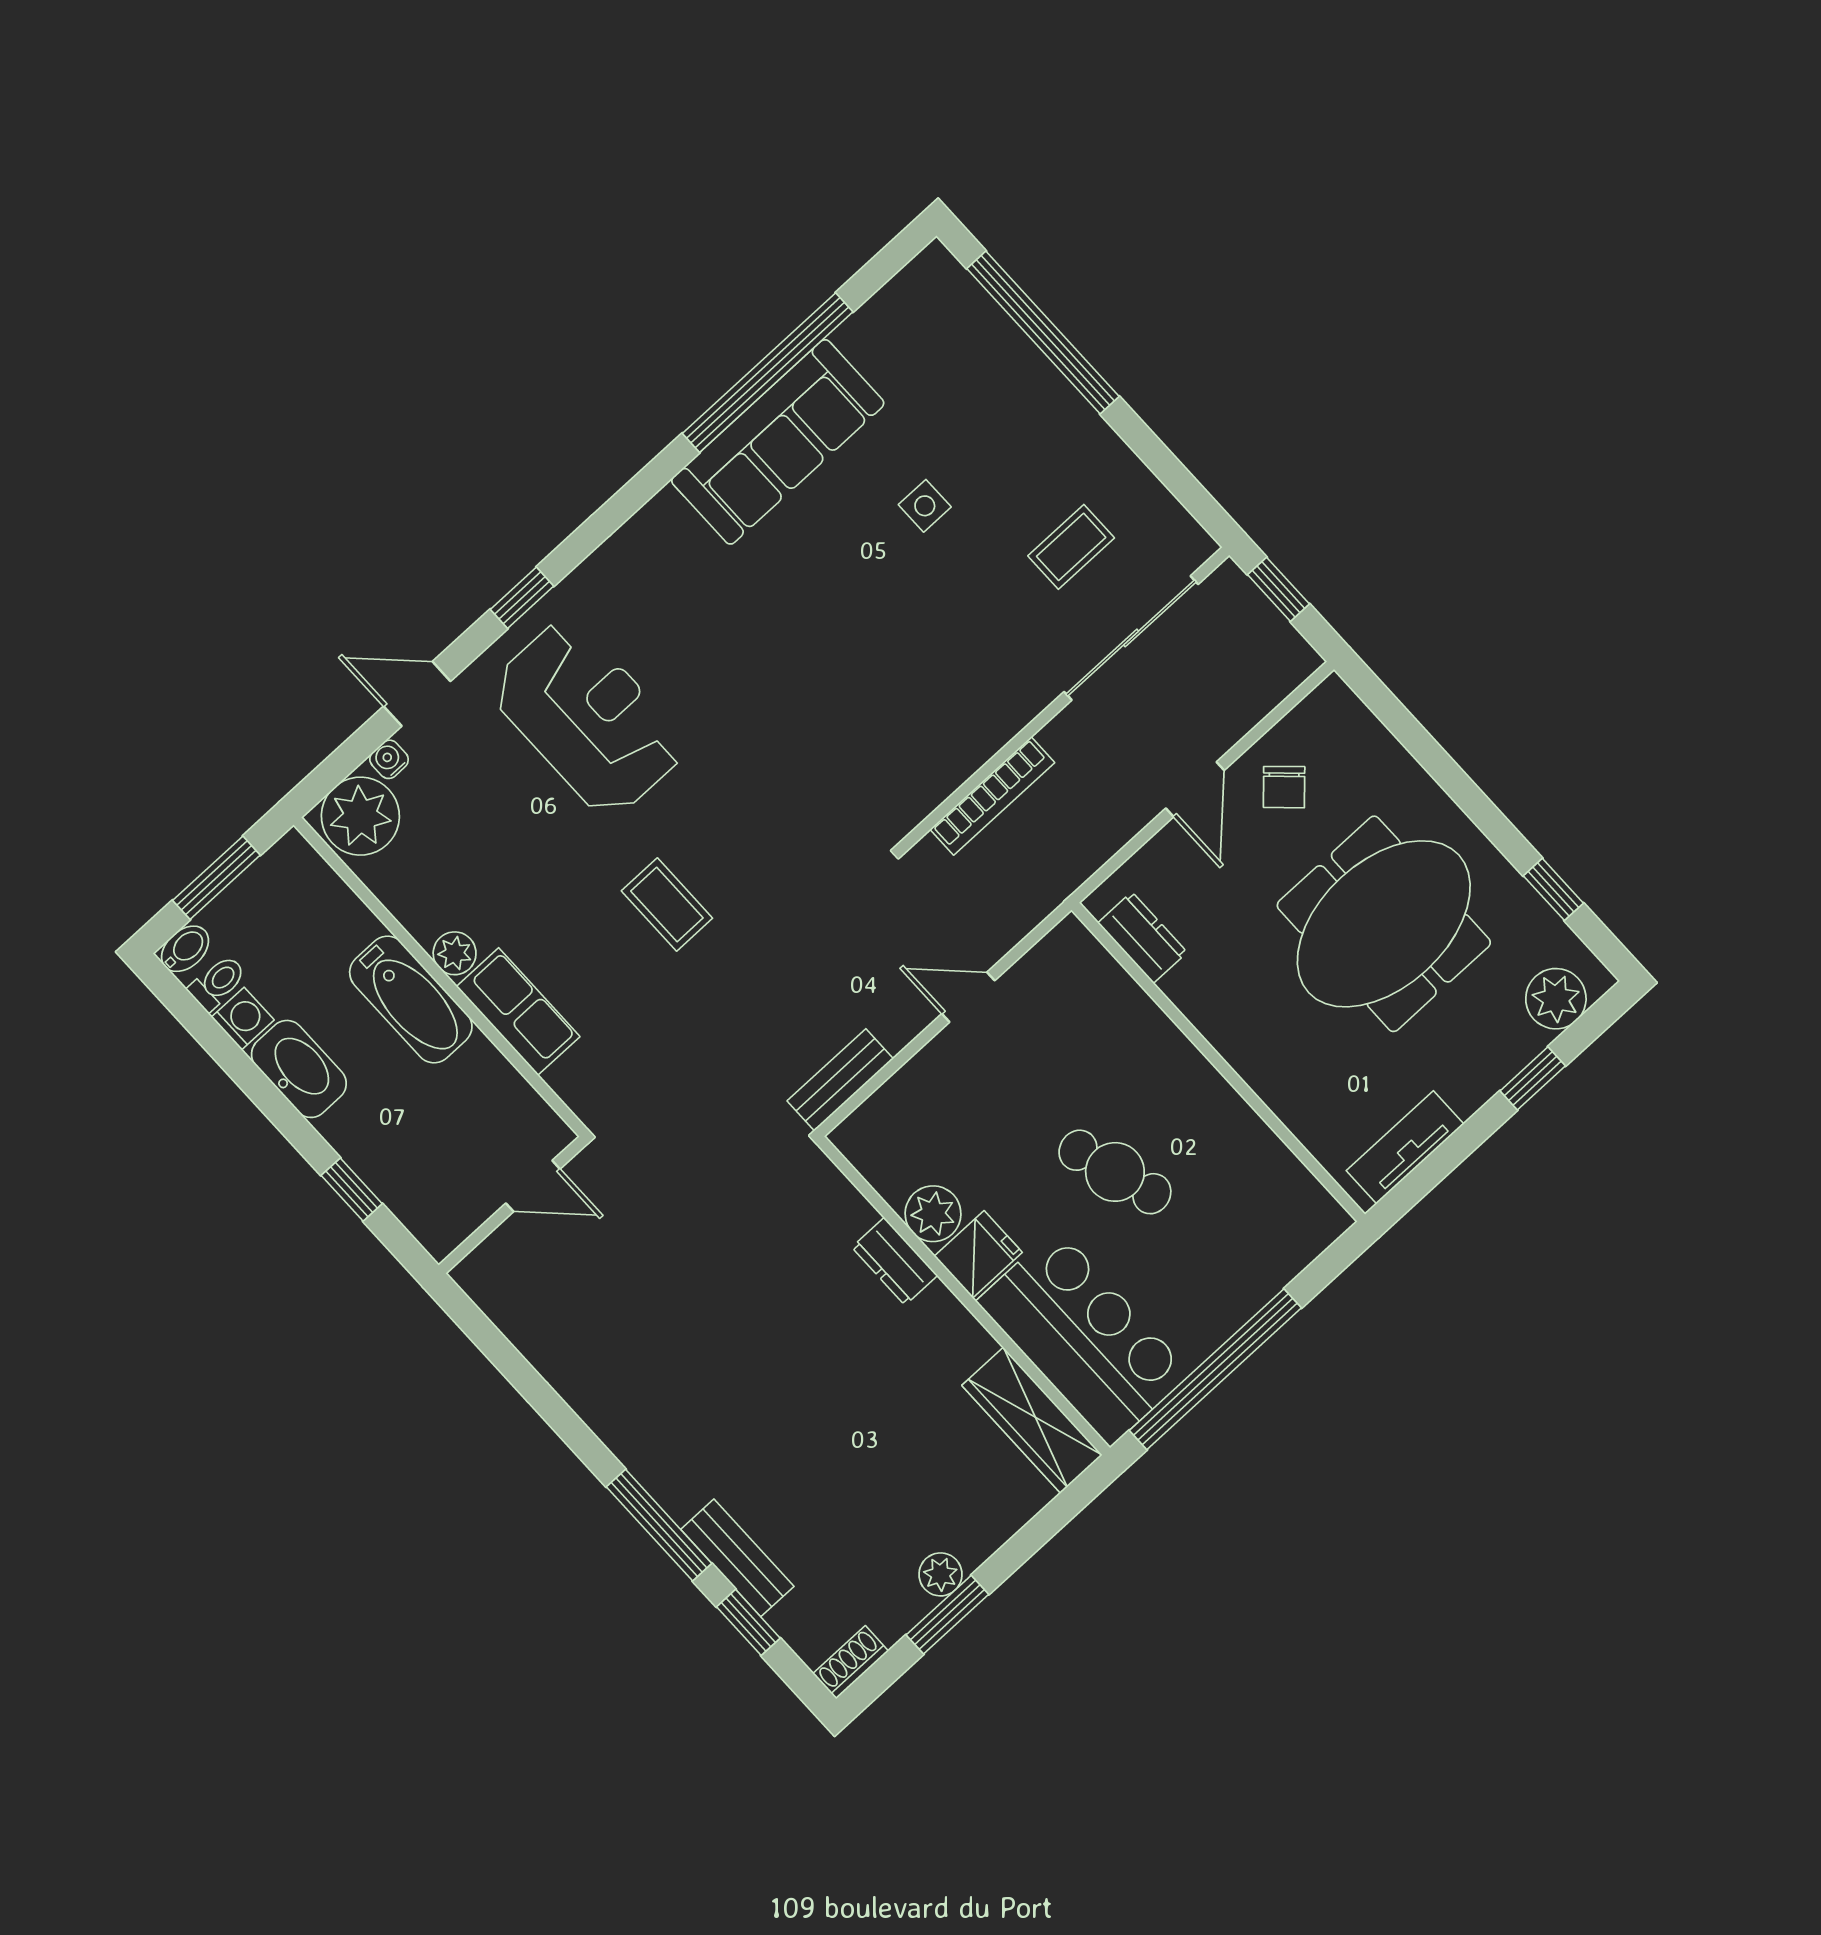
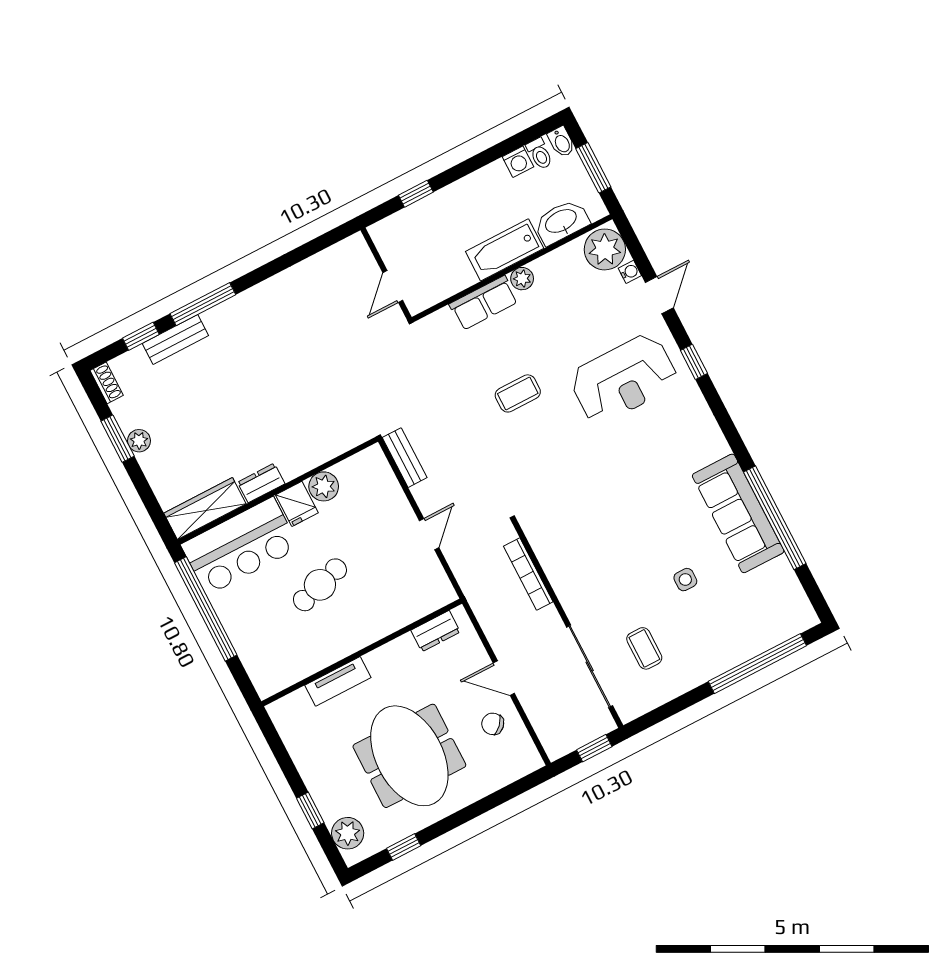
washbasin: (299, 1069) -> (561, 222), moved, turned 180
tv unit: (1405, 1147) -> (338, 681), moved, turned 90
dresser: (895, 1261) -> (261, 483), moved

